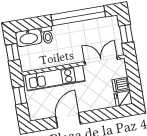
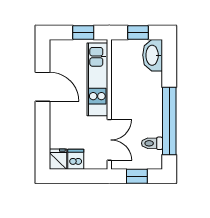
toilet: (47, 35) -> (152, 143), moved

